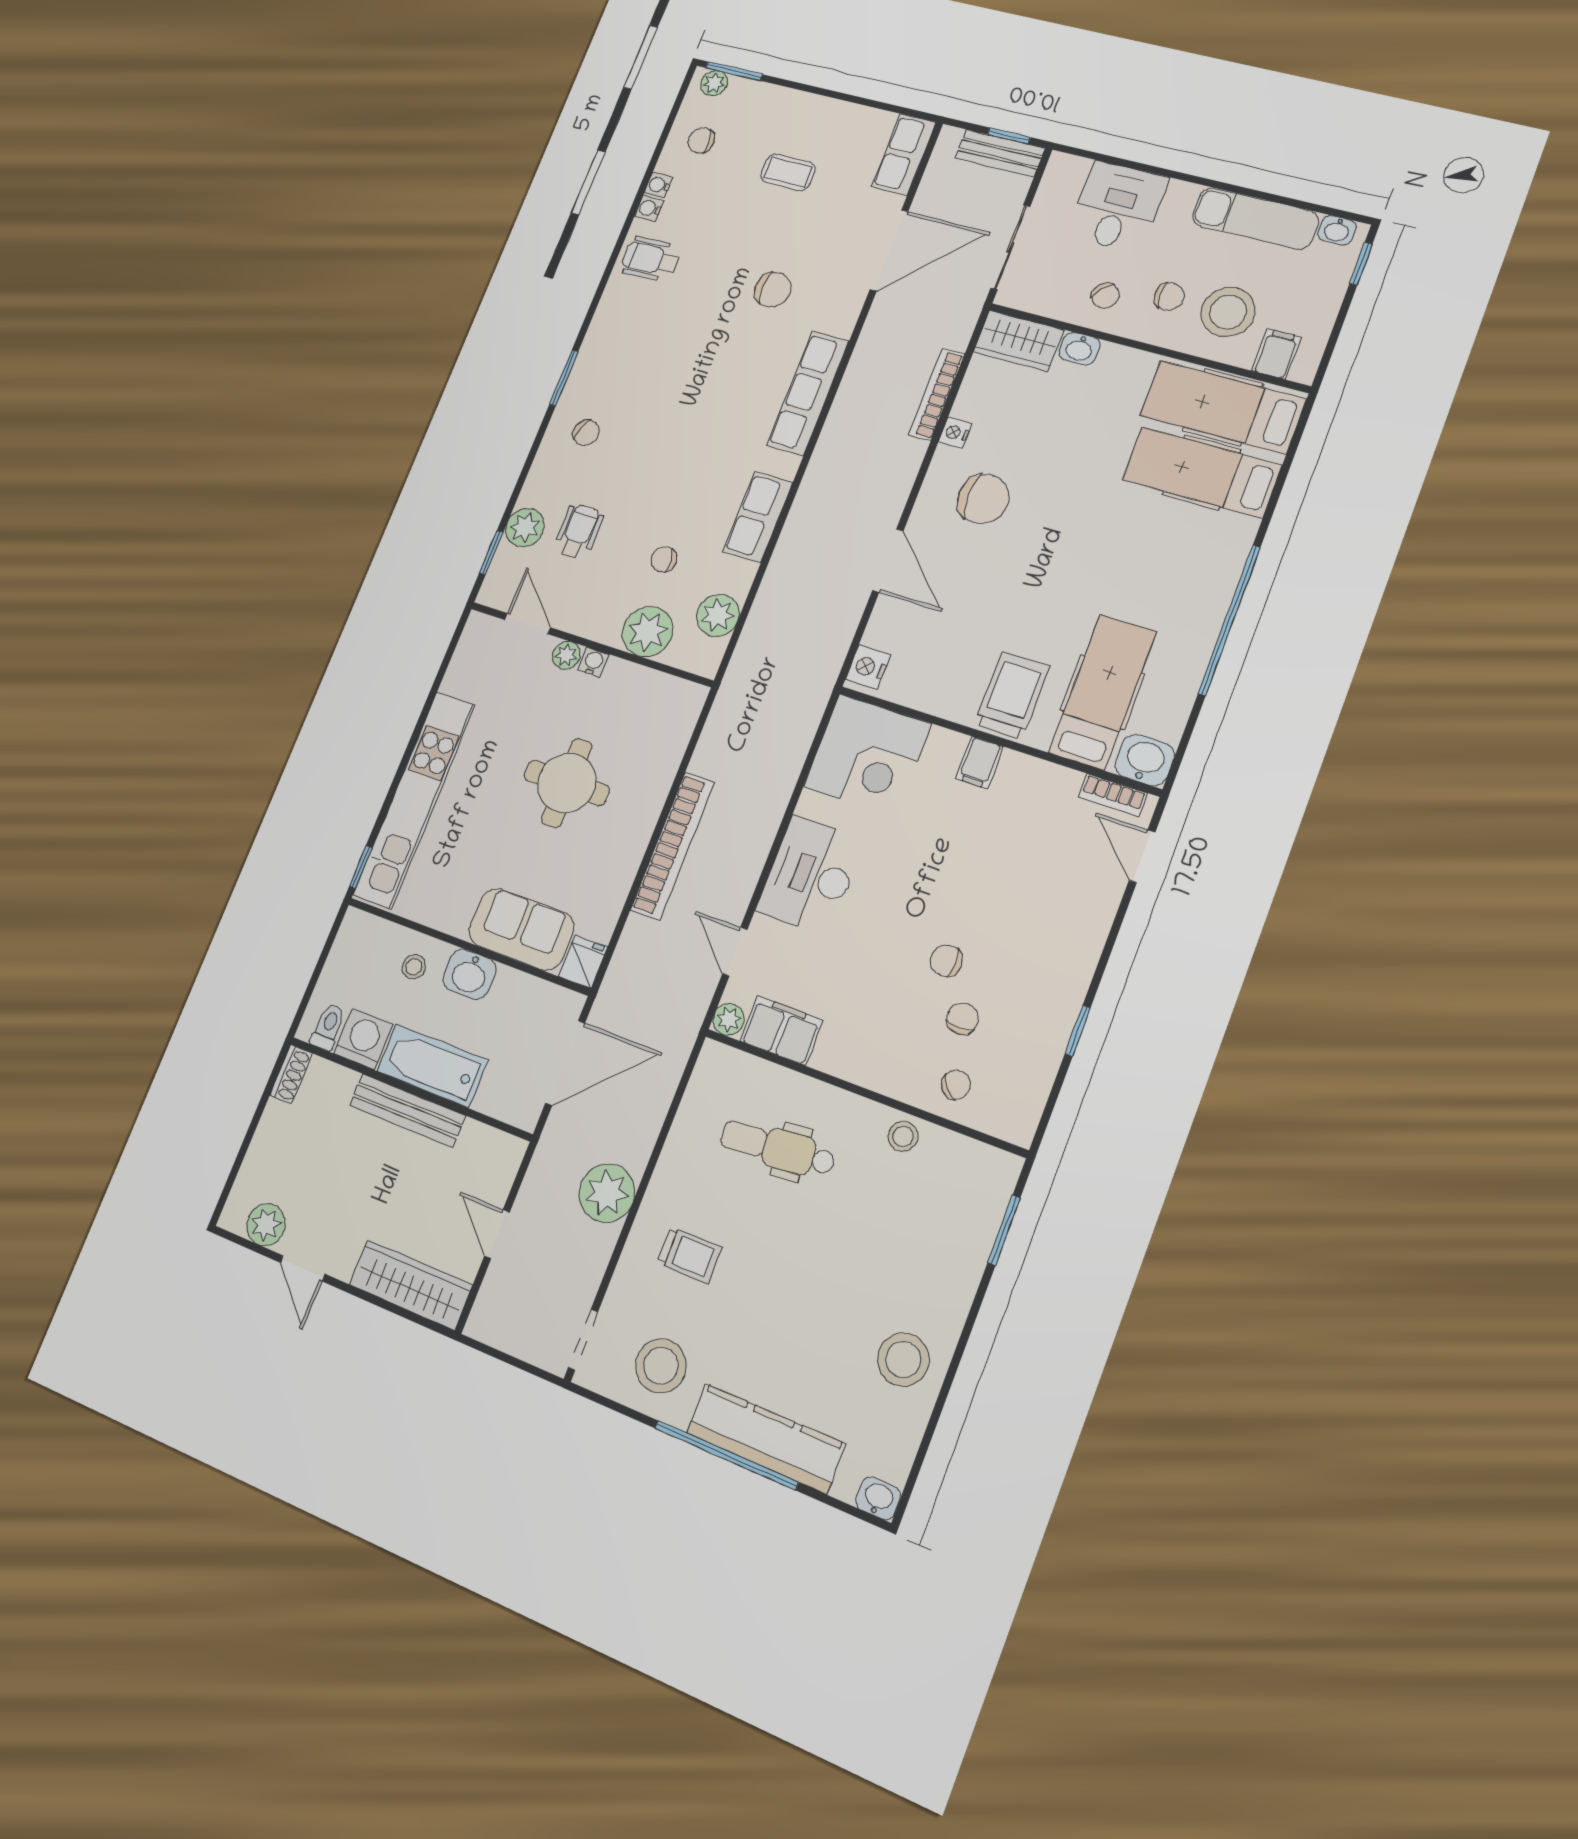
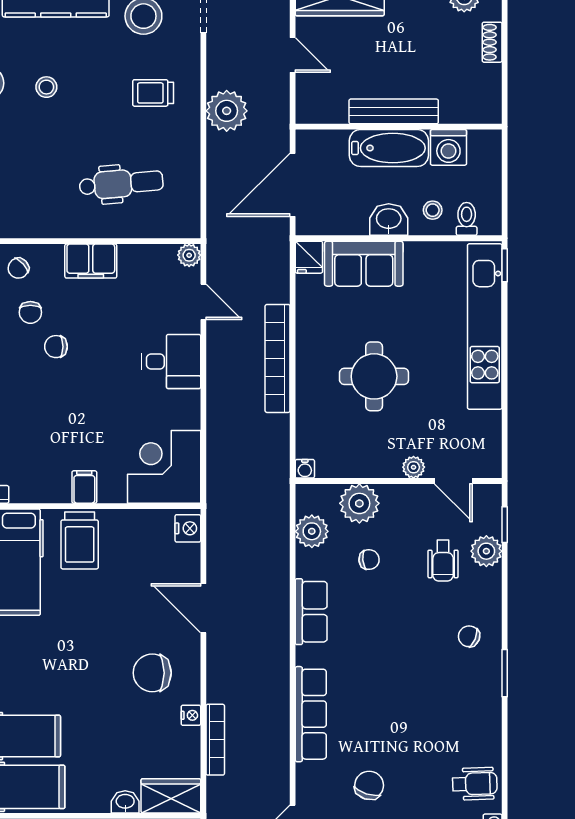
chair: (773, 290) -> (369, 785), turned 108
water cooler: (593, 662) -> (305, 469), moved
desk: (810, 875) -> (171, 361), width x0.73
chair: (946, 961) -> (56, 347), turned 180
toilet: (328, 1027) -> (467, 219), moved, turned 180
filing cabinet: (781, 1030) -> (91, 261), moved
shoe rack: (291, 1074) -> (492, 42), moved
stool: (903, 1136) -> (46, 87), moved

